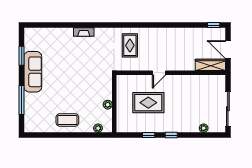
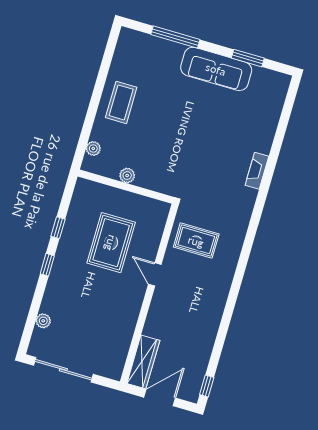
rug: (130, 45) -> (196, 241), moved

